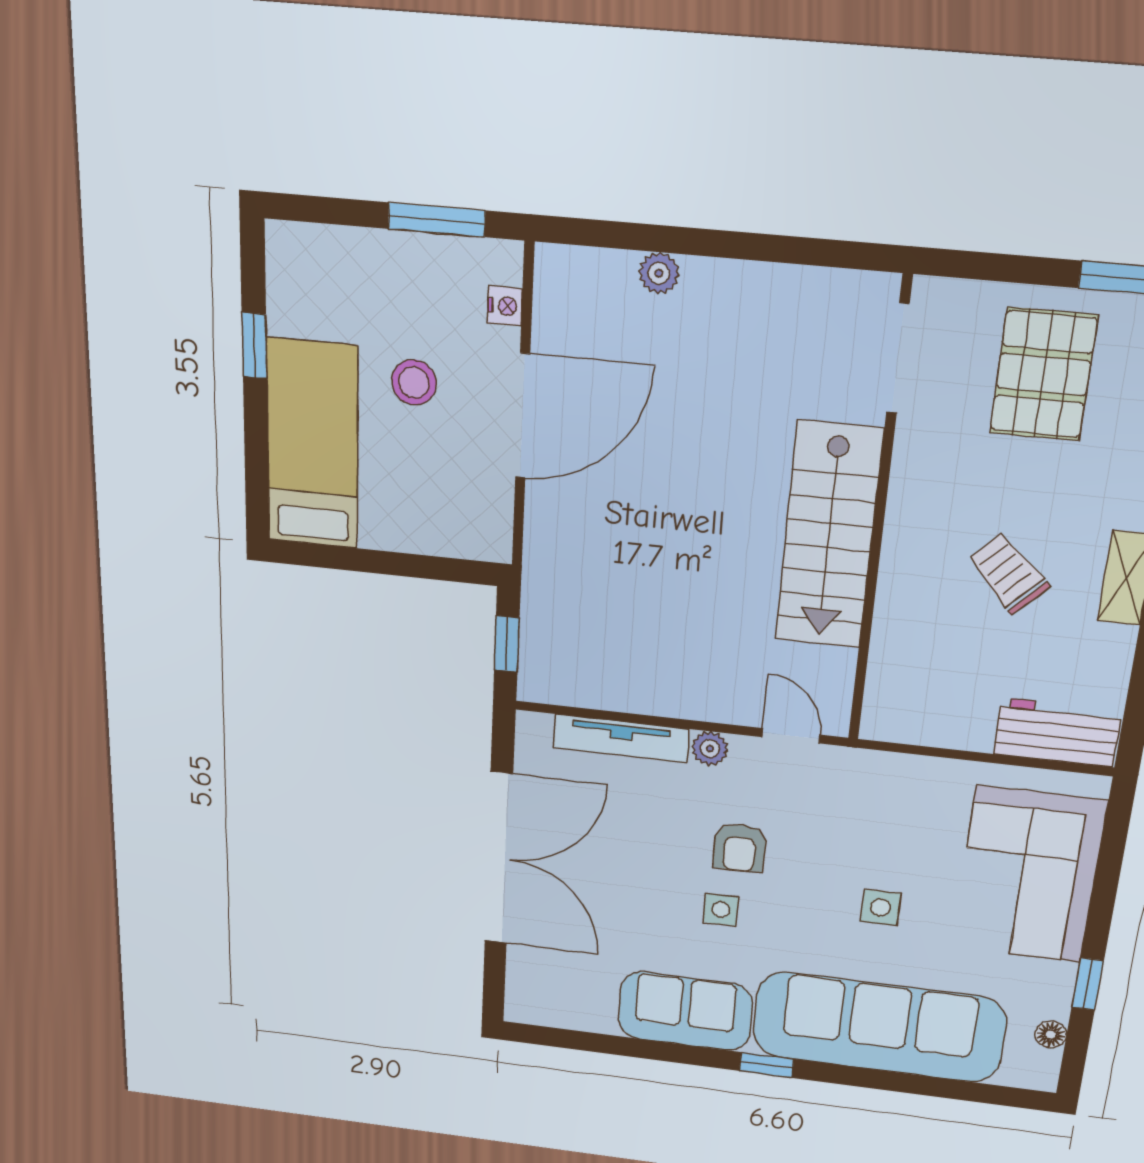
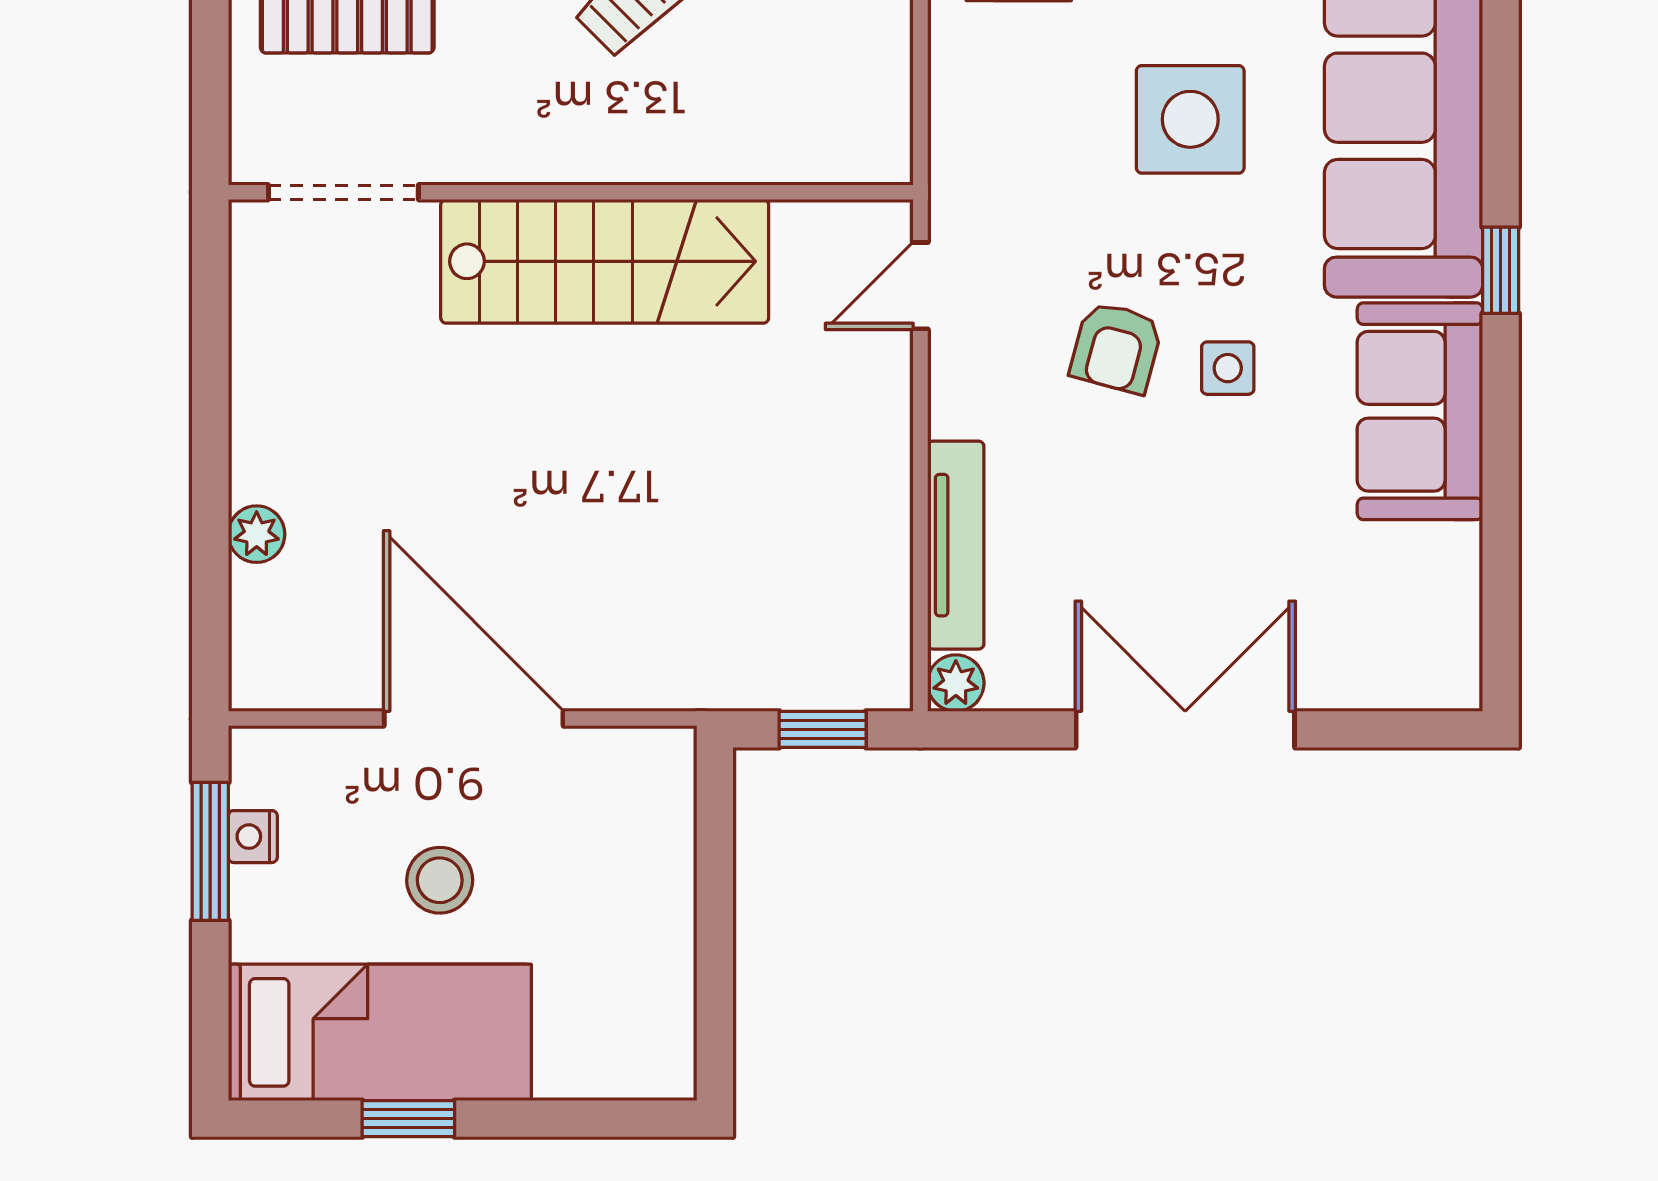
nightstand: (505, 306) -> (253, 837), moved, turned -90
bed: (312, 445) -> (380, 1032), moved, turned 180
plant: (710, 748) -> (956, 683), moved
armchair: (740, 848) -> (1116, 348), turned 105
double door: (499, 859) -> (1185, 729), width x0.73
side table: (880, 907) -> (1190, 119), width x1.87, depth x1.87

